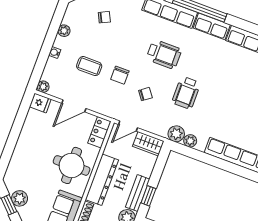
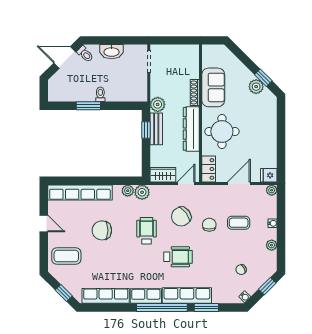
wheelchair: (164, 54) -> (178, 257), turned 180
chair: (145, 94) -> (181, 217), width x1.87, depth x1.87
chair: (232, 110) -> (102, 230), added

